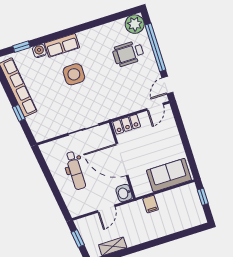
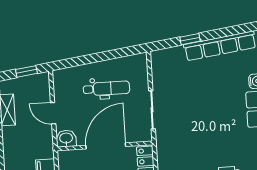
side table: (74, 74) -> (219, 115), removed
dental chair: (75, 171) -> (106, 88), turned 180

